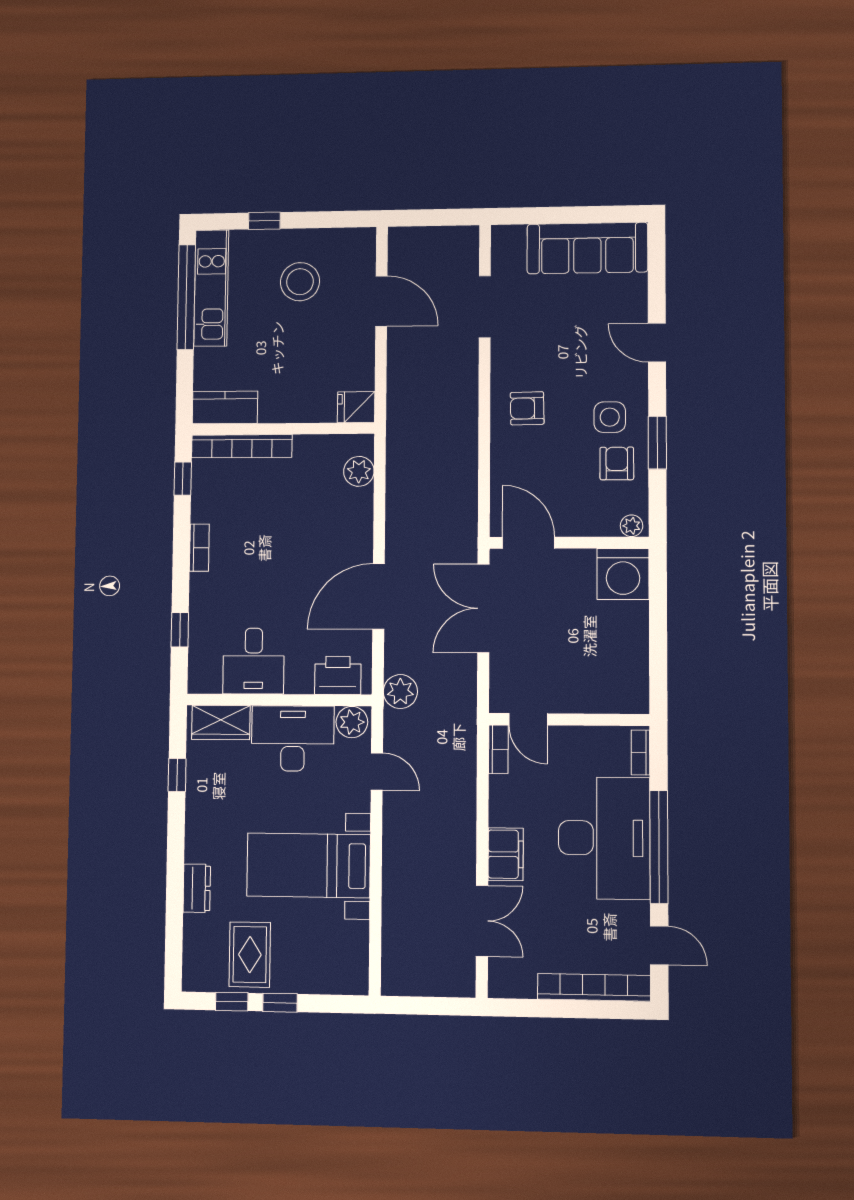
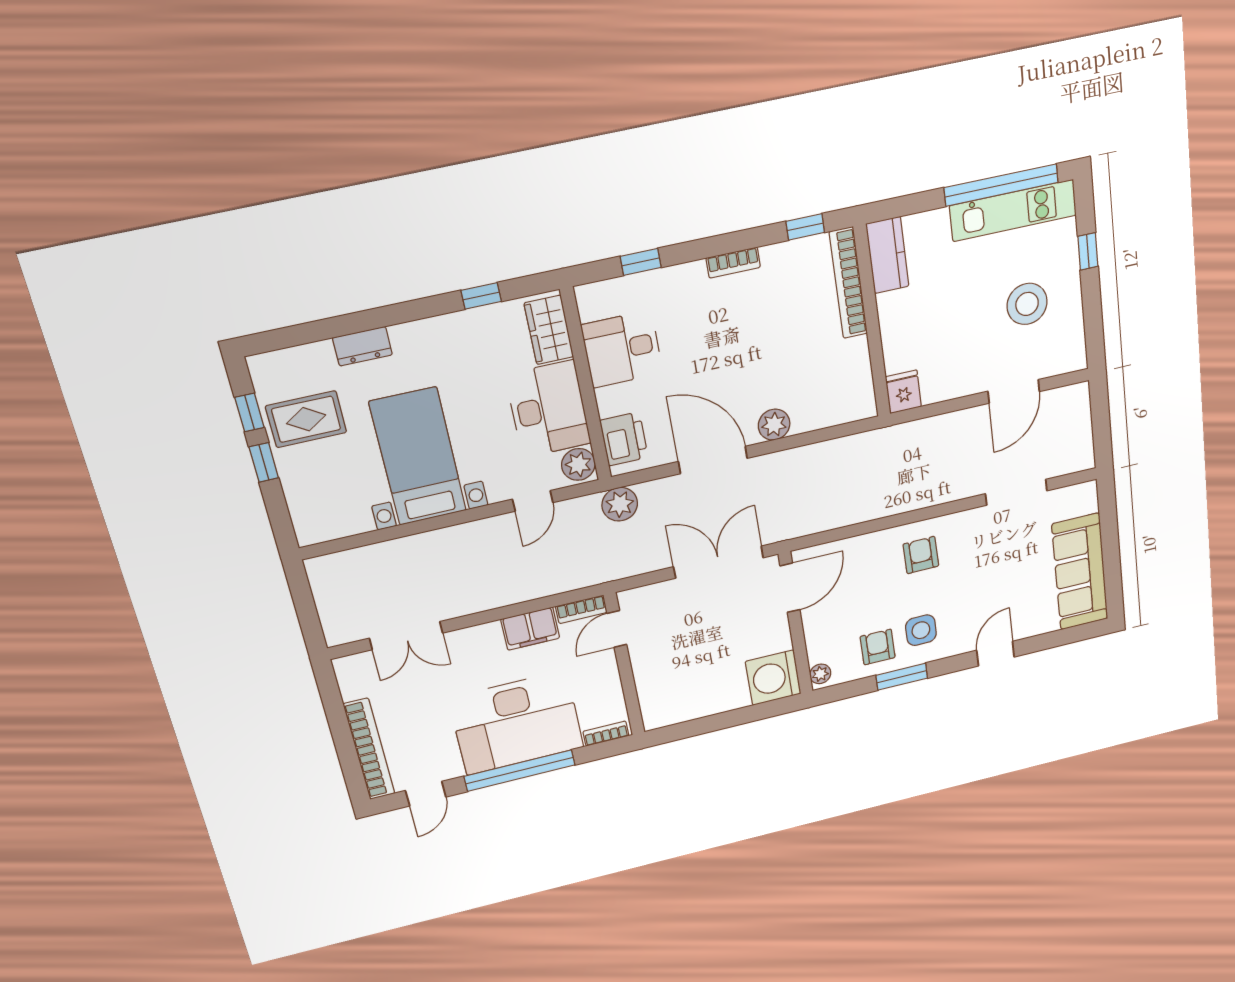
armchair: (617, 463) -> (878, 647), turned -90
plant: (359, 471) -> (774, 425), moved
filing cabinet: (506, 854) -> (530, 629), moved

